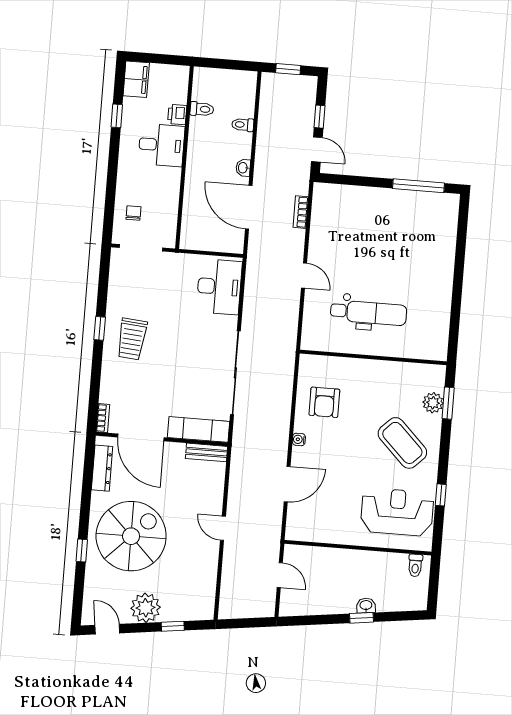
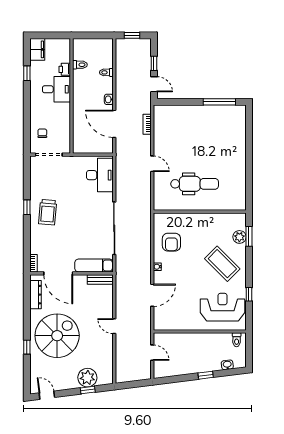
washbasin: (366, 605) -> (227, 365), moved
plant: (146, 608) -> (87, 378), moved

